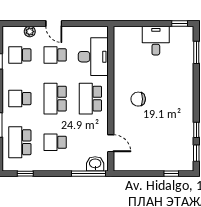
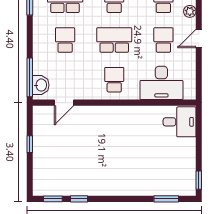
desk: (156, 41) -> (180, 122), moved
school desk: (90, 99) -> (114, 80), width x0.54
chair: (138, 99) -> (114, 133), removed
window: (171, 174) -> (30, 144), moved

